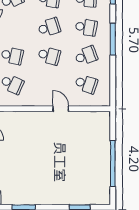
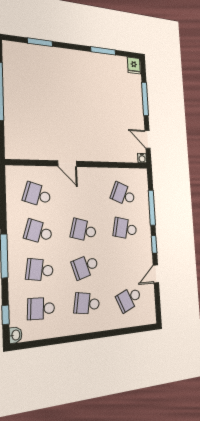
school desk: (86, 56) -> (39, 232), turned 39

